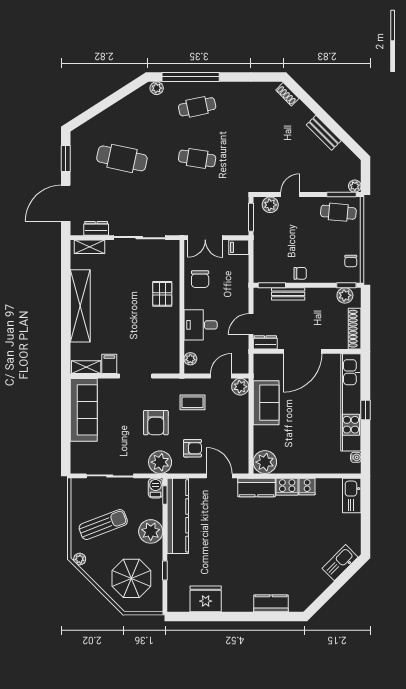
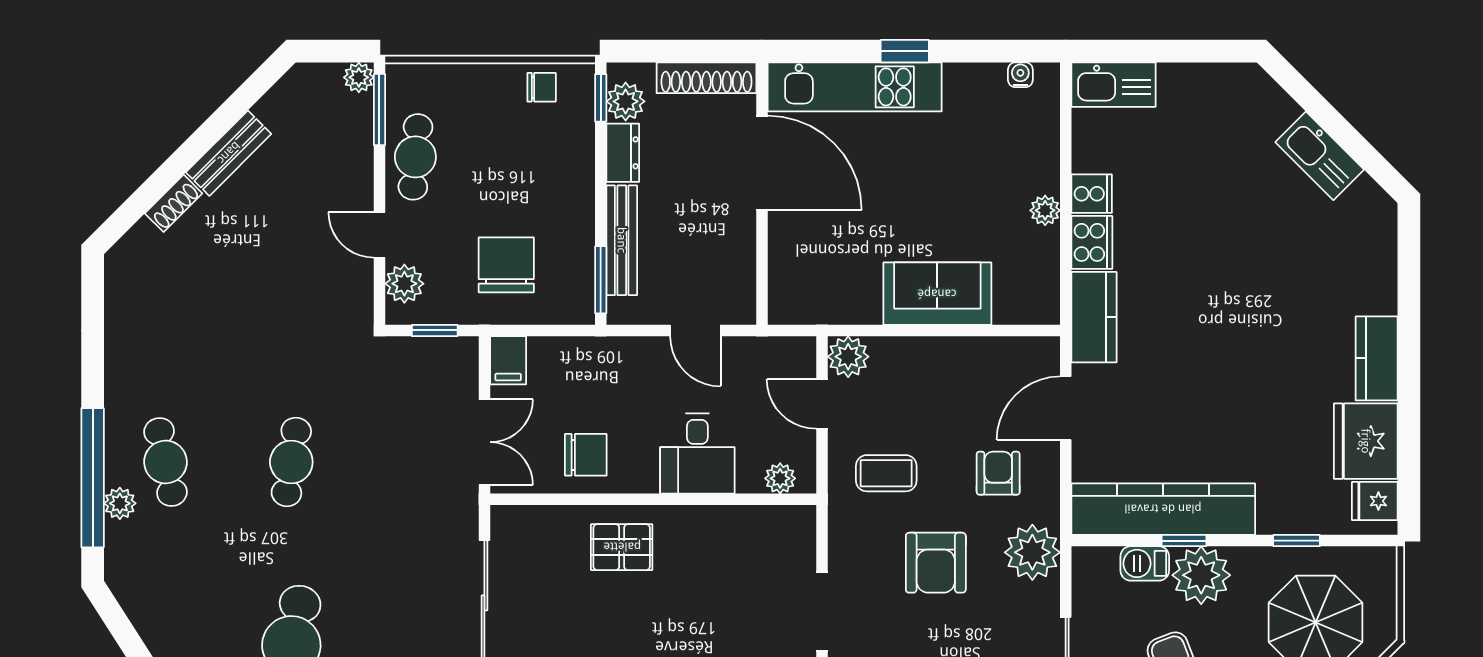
plant: (157, 88) -> (120, 503), moved
shoe rack: (287, 94) -> (174, 203), moved
cafe table: (338, 212) -> (415, 157), moved
window: (251, 217) -> (435, 330), width x0.67
chair: (300, 273) -> (506, 265), moved, width x1.87, depth x1.87
bench: (288, 294) -> (622, 240), width x1.36
dresser: (265, 342) -> (623, 153), moved, turned 180
door: (303, 351) -> (762, 163), moved
coffee table: (192, 402) -> (886, 473), turned 90
kitchen unit: (351, 402) -> (855, 87), width x0.73
sofa: (266, 403) -> (937, 294), moved
armchair: (156, 423) -> (936, 563), turned 90
plant: (265, 462) -> (1045, 210), moved, width x0.53, depth x0.53
barbecue: (156, 488) -> (1145, 563), moved
window: (165, 495) -> (1184, 541), moved
kitchen sink: (340, 563) -> (1320, 156), moved
fridge: (181, 603) -> (1375, 501), added
kitchen counter: (271, 603) -> (1377, 358), moved

